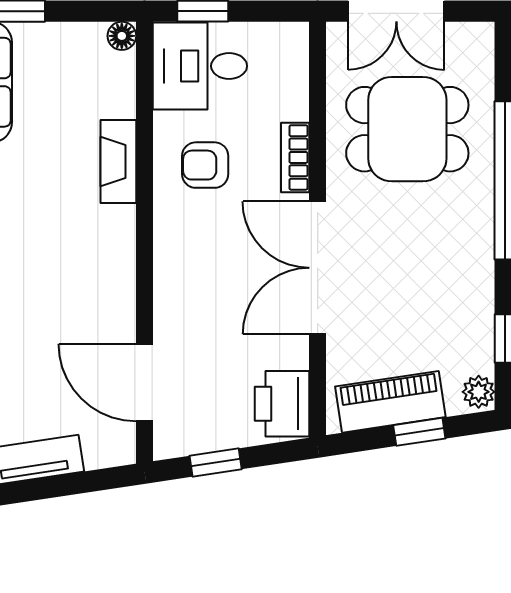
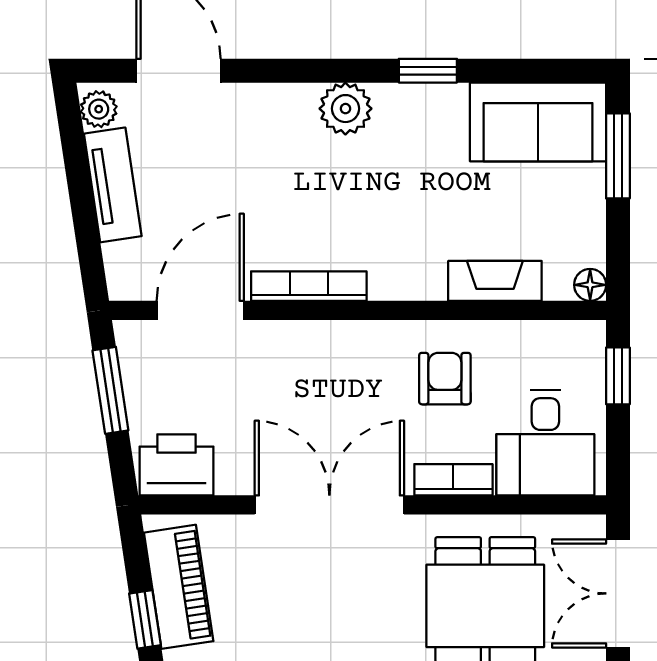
desk: (200, 66) -> (545, 443), moved, turned 180
fireplace: (118, 162) -> (495, 281), moved
bookcase: (123, 286) -> (309, 286), added
window: (216, 462) -> (110, 390), width x1.50

